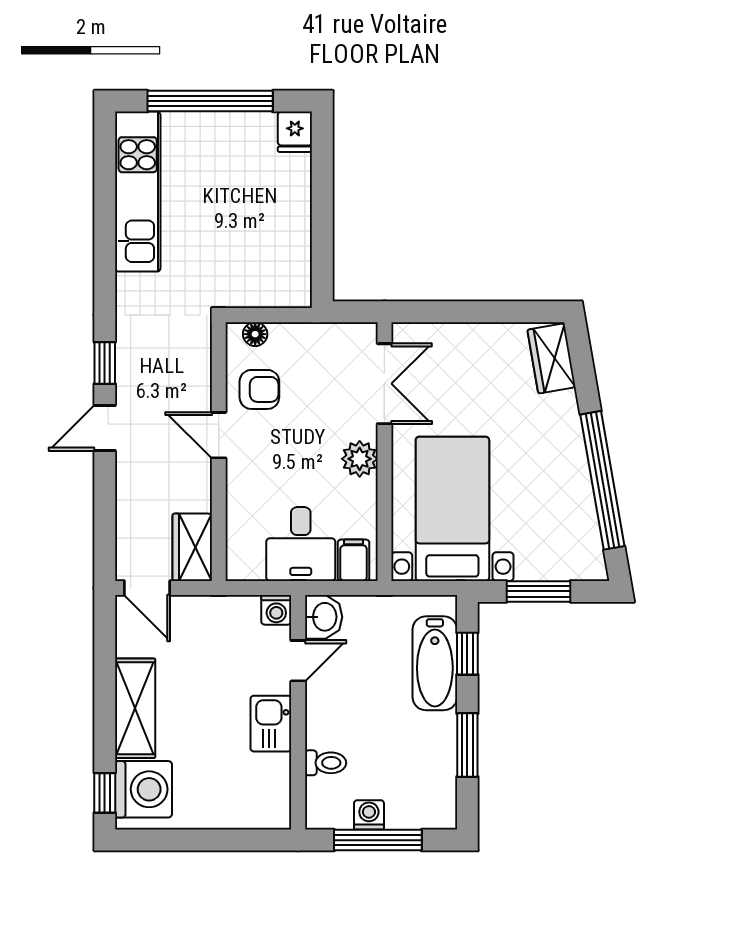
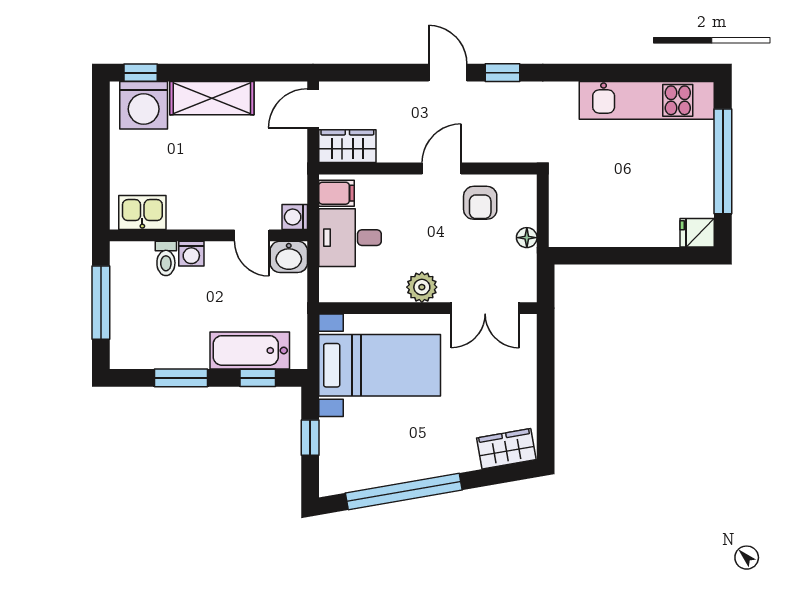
floor lamp: (255, 334) -> (527, 238), moved
filing cabinet: (354, 560) -> (336, 193), moved
window: (538, 591) -> (310, 438), width x0.67
kitchen sink: (271, 724) -> (142, 212), moved
washing machine: (369, 815) -> (191, 254), moved, turned 90

